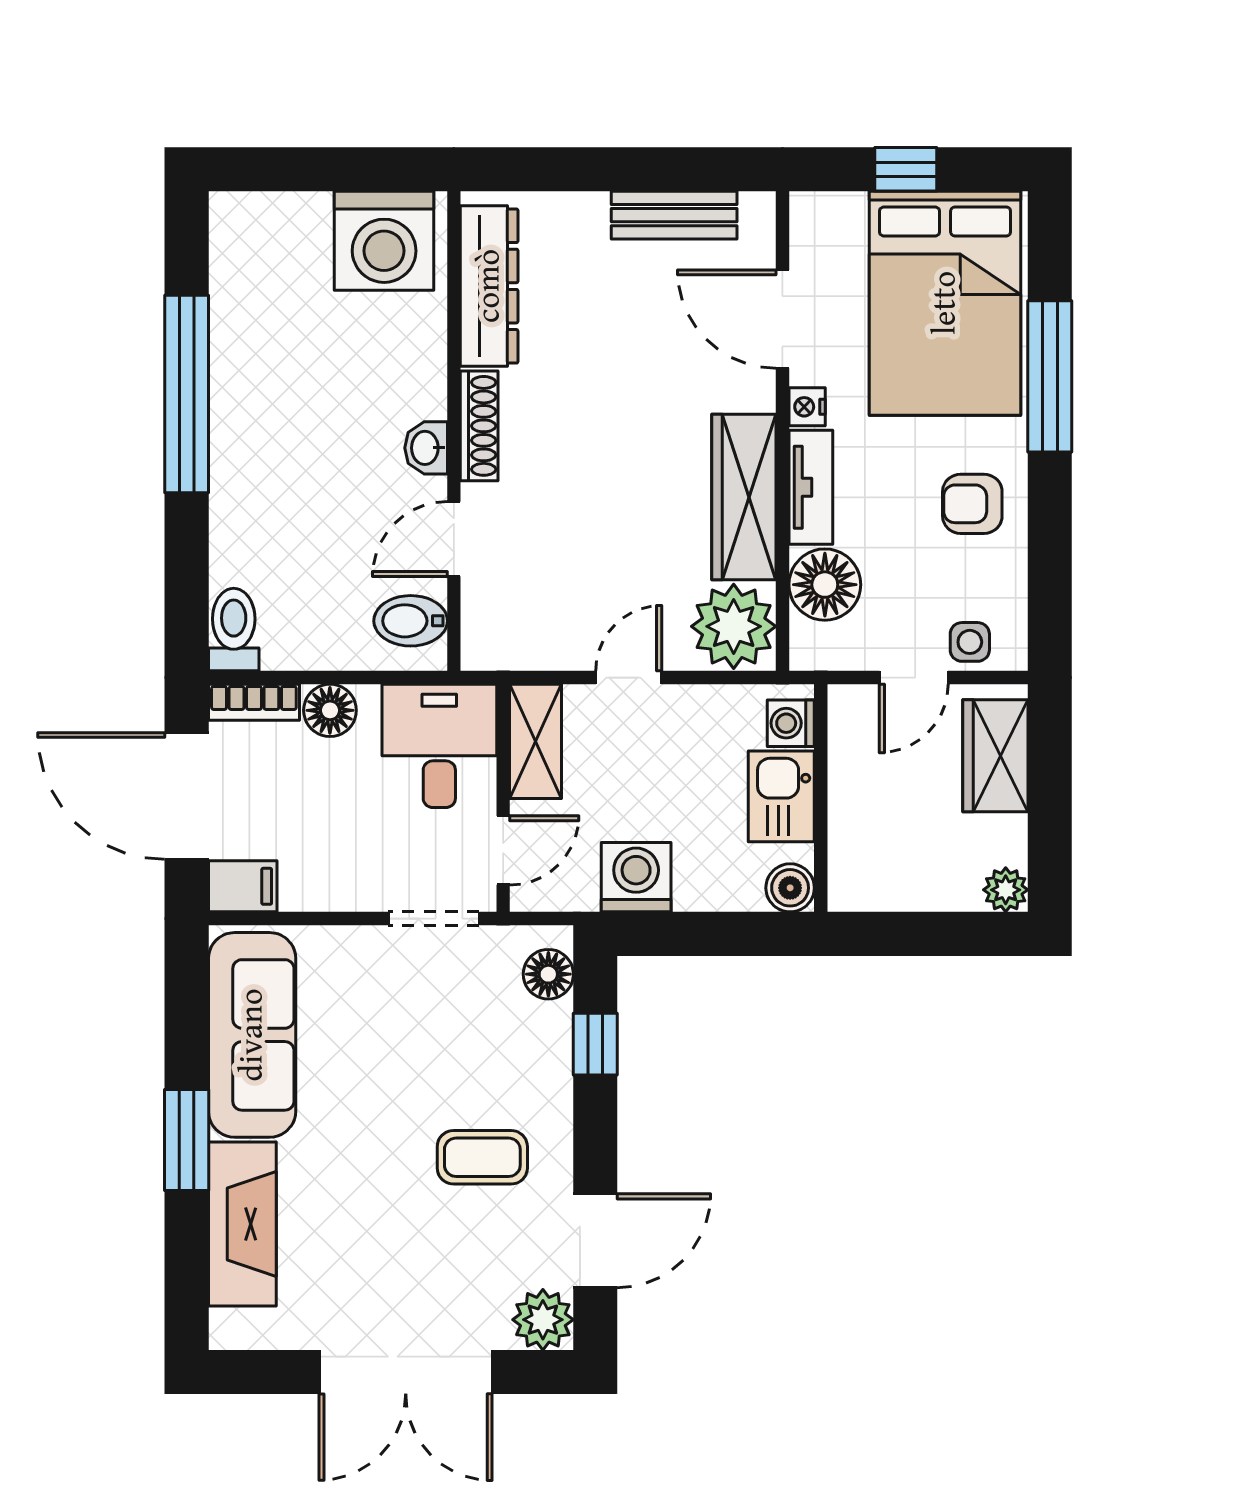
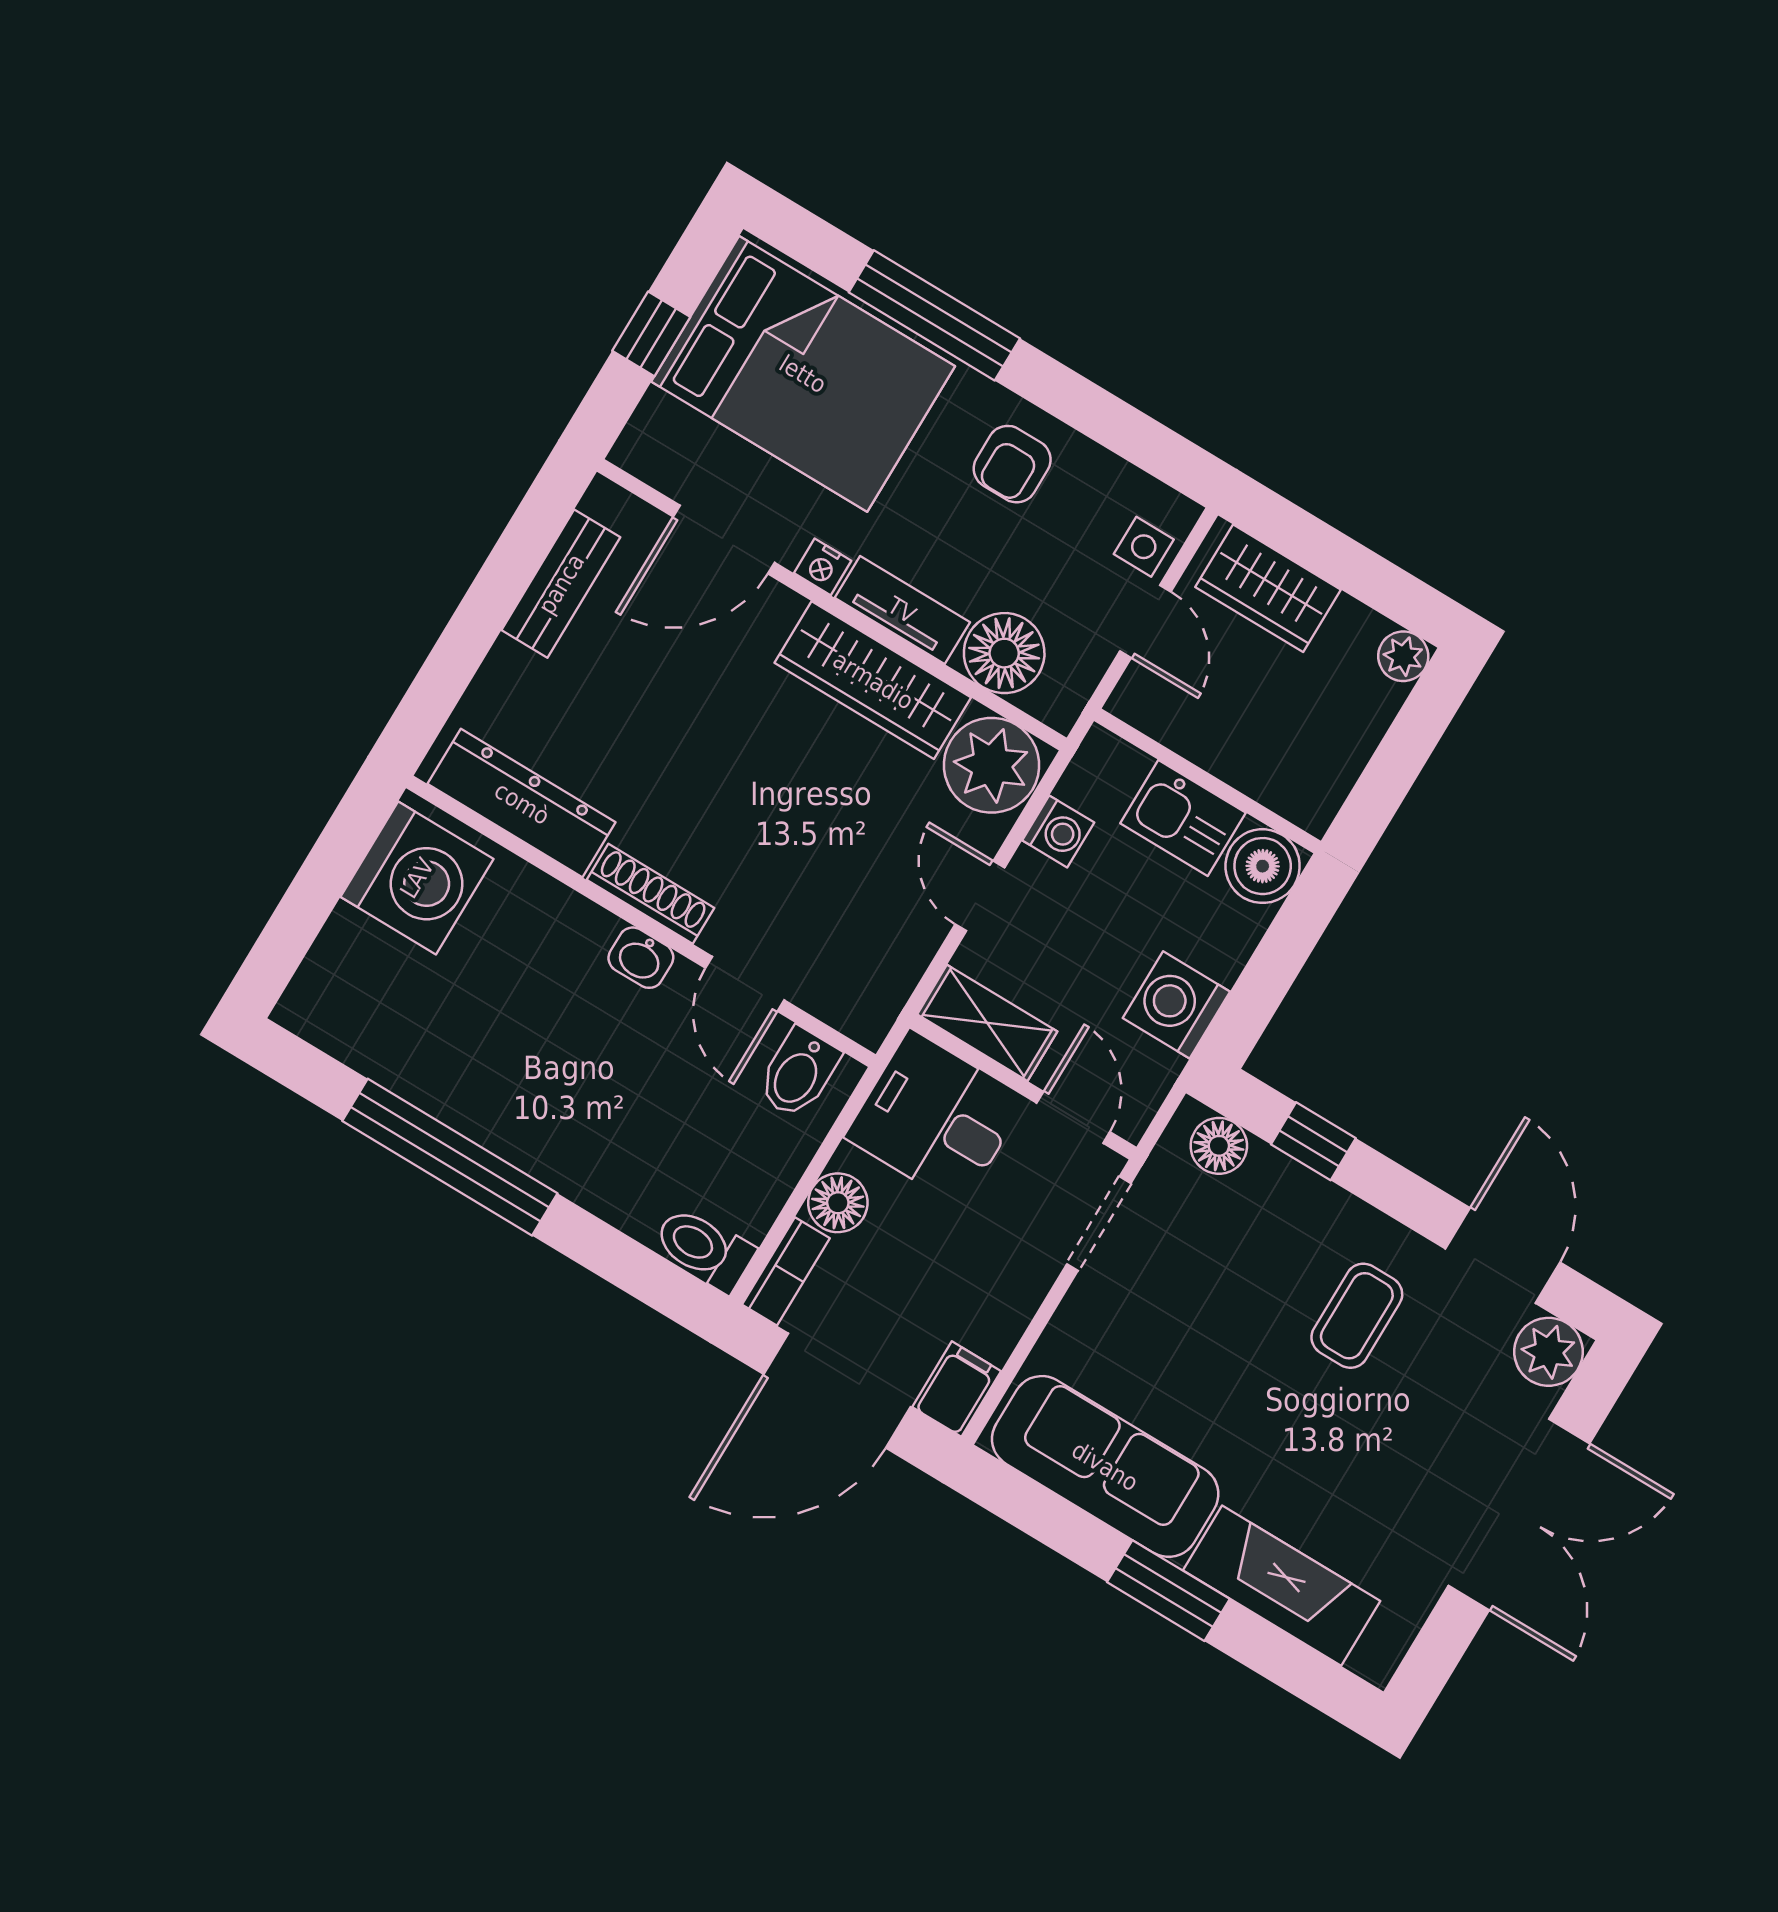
washing machine: (791, 723) -> (1058, 831), moved, turned -90
boiler: (790, 888) -> (1263, 866), width x1.36, depth x1.36

